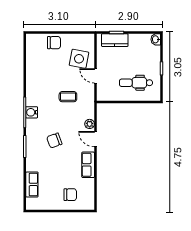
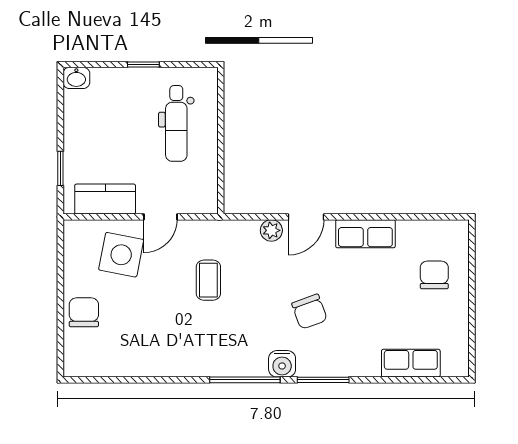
kitchen counter: (115, 40) -> (105, 199), moved, turned -90
water cooler: (32, 112) -> (282, 364), moved

